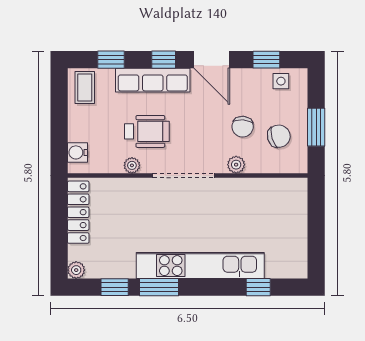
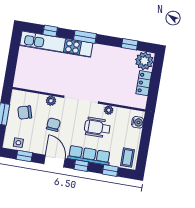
chair: (243, 127) -> (53, 125), moved
locker: (78, 212) -> (144, 83), width x0.66
kitchen unit: (200, 266) -> (56, 44), moved
plant: (76, 270) -> (144, 61), width x1.87, depth x1.87
window: (159, 287) -> (85, 37), moved

